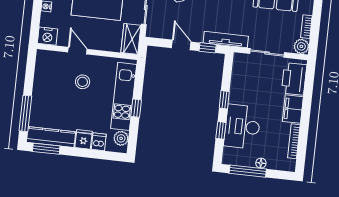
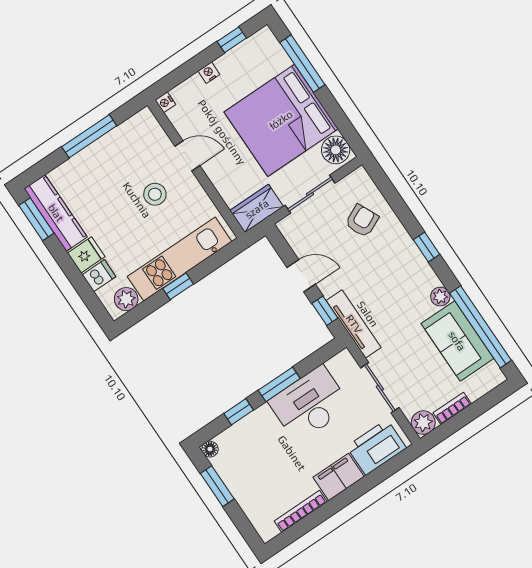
nightstand: (47, 36) -> (165, 102), width x0.53, depth x0.56
door: (181, 45) -> (301, 276), hinge flipped
door: (77, 51) -> (187, 156), hinge flipped
window: (224, 100) -> (279, 384), width x1.50
window: (25, 113) -> (89, 136), moved
desk: (242, 127) -> (309, 404), moved
floor lamp: (261, 163) -> (210, 449), moved
window: (248, 171) -> (217, 486), width x0.69

